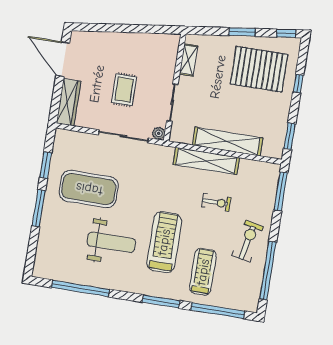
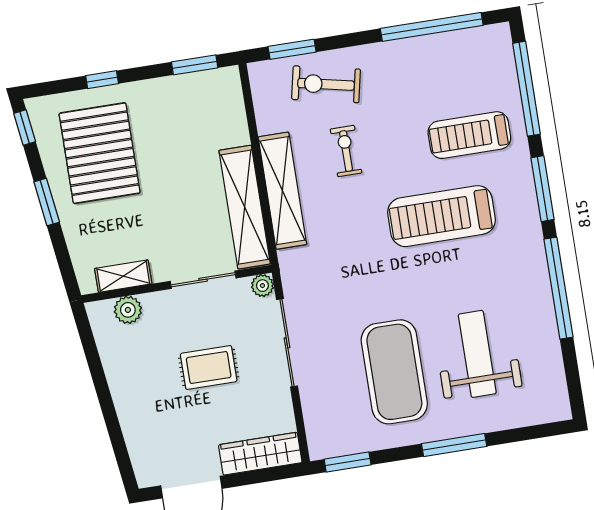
plant: (170, 57) -> (128, 310), added
shelving: (228, 142) -> (245, 207), moved
window: (46, 165) -> (348, 462), moved
window: (281, 191) -> (292, 49), width x0.69
exercise bike: (248, 241) -> (326, 84), moved
weight bench: (111, 242) -> (477, 354), moved
window: (80, 288) -> (558, 288), moved

